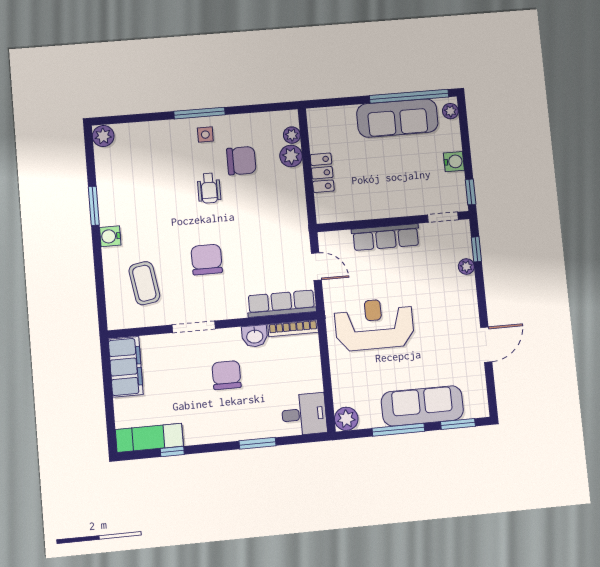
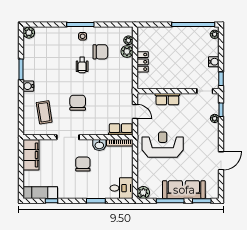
sofa: (397, 118) -> (186, 36), removed
row of seats: (386, 237) -> (167, 99), width x0.68
row of seats: (282, 304) -> (121, 129), width x0.68

